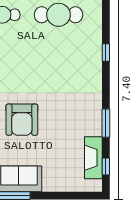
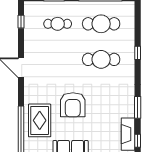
cafe table: (59, 61) -> (101, 59), added

